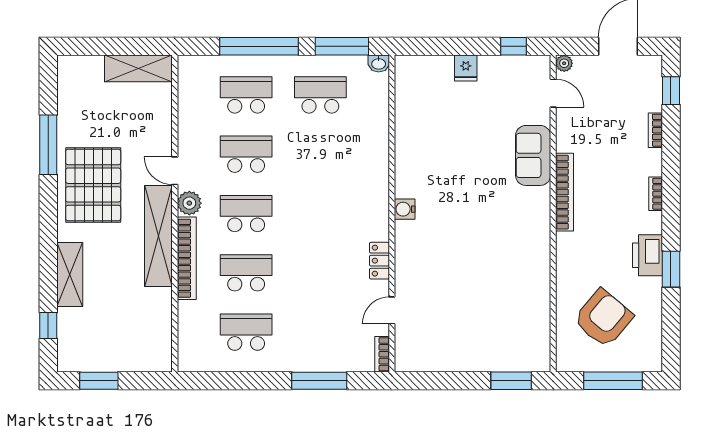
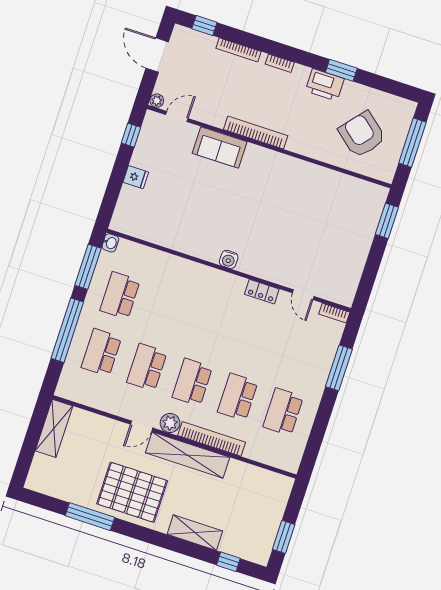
bookcase: (655, 130) -> (238, 50), width x1.56

